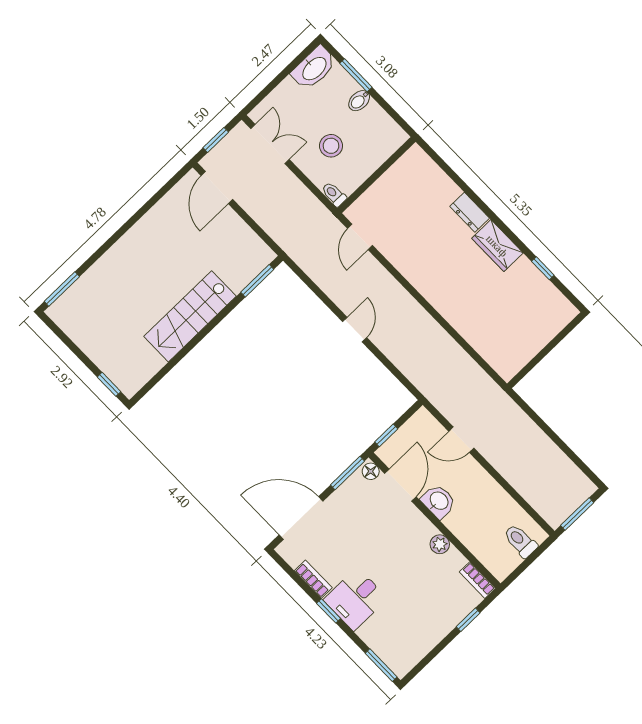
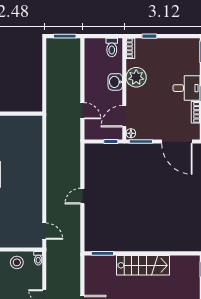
stool: (331, 146) -> (17, 262), moved
door: (360, 237) -> (44, 231), hinge flipped
washbasin: (439, 501) -> (115, 82), moved
toilet: (520, 541) -> (112, 47), moved
plant: (440, 544) -> (136, 77), width x1.88, depth x1.88

